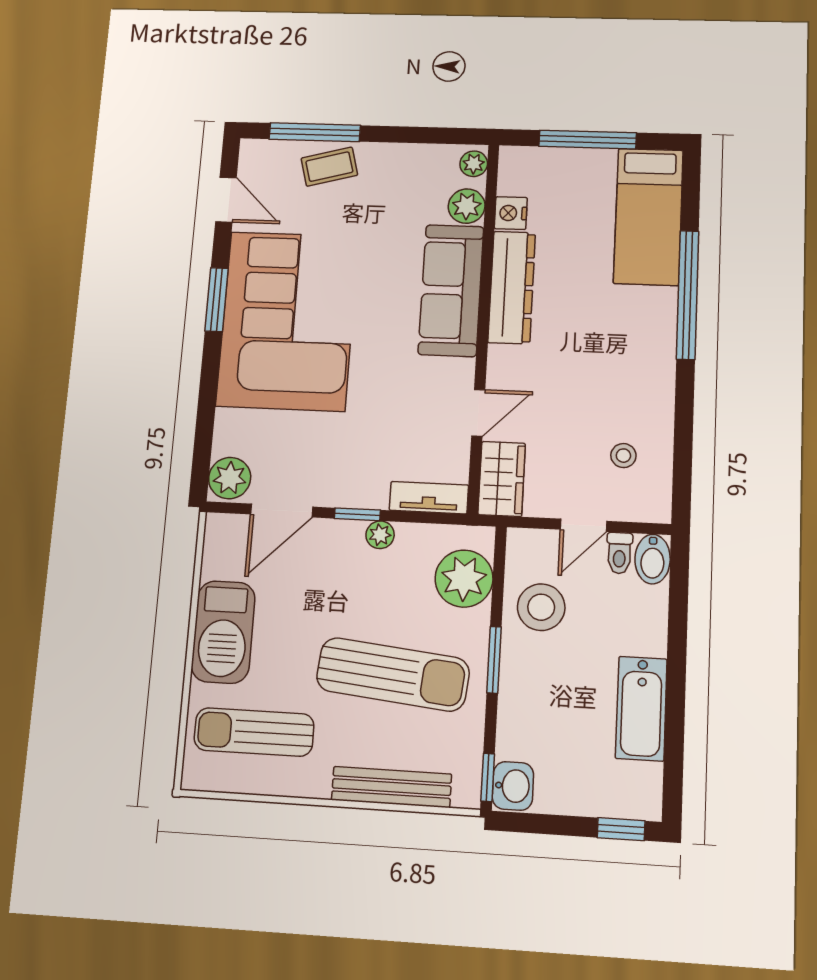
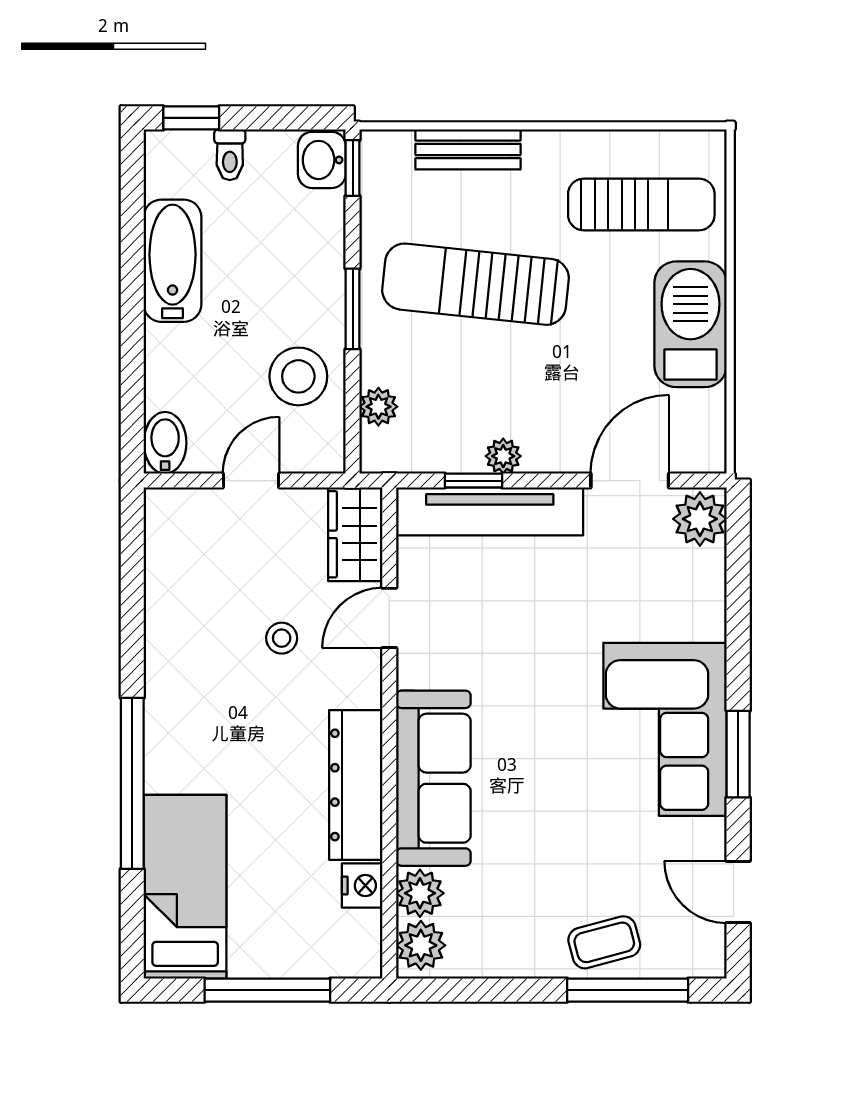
plant: (474, 164) -> (421, 945), width x1.38, depth x1.38
corner sofa: (287, 321) -> (665, 729), width x0.73, depth x0.74
stool: (623, 456) -> (282, 638), moved
tv unit: (429, 498) -> (490, 511), width x1.92, depth x1.29
window: (357, 514) -> (474, 481), moved
toilet: (619, 553) -> (230, 155), moved, turned 180
plant: (464, 579) -> (378, 407), width x0.53, depth x0.53
bench: (391, 787) -> (468, 149), width x0.73

